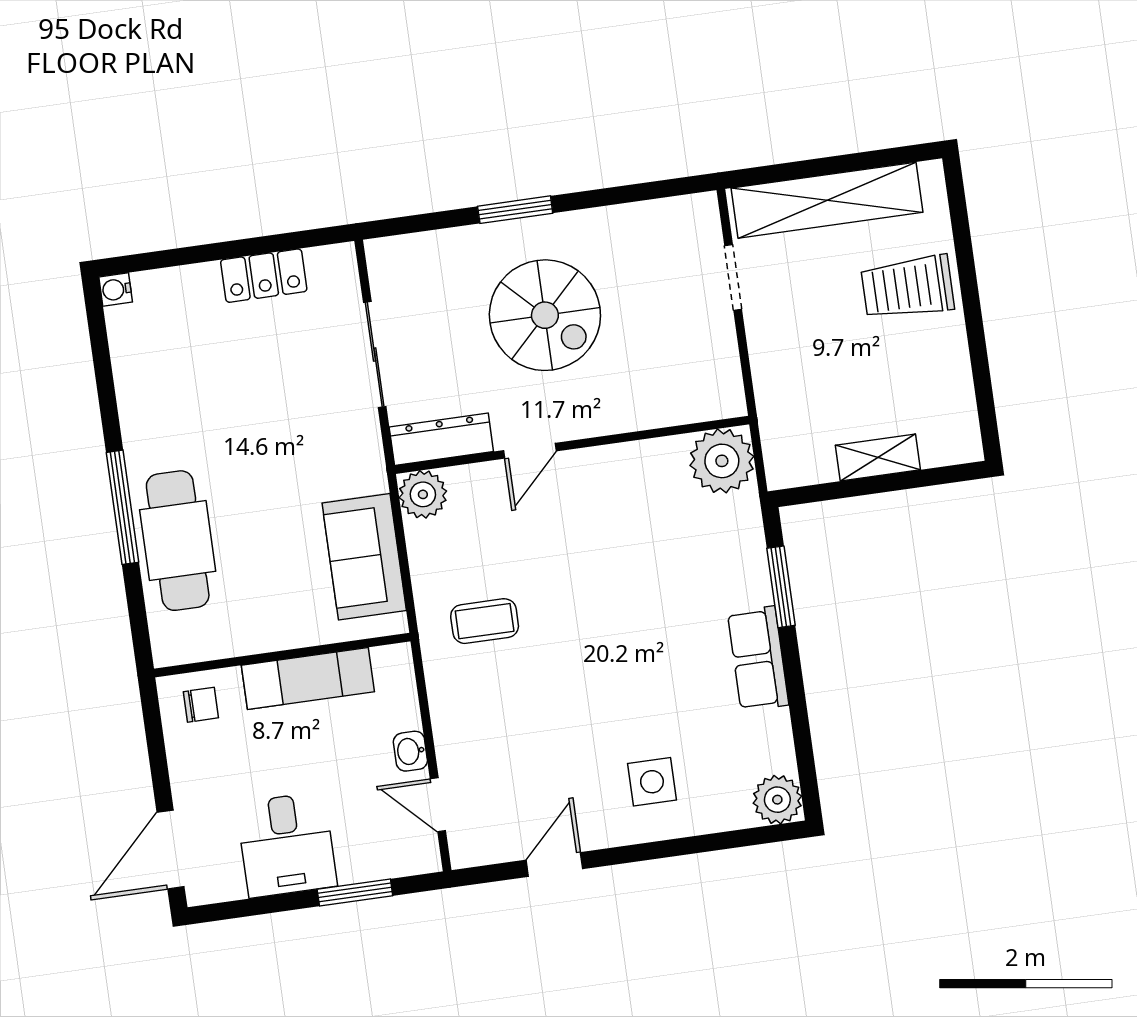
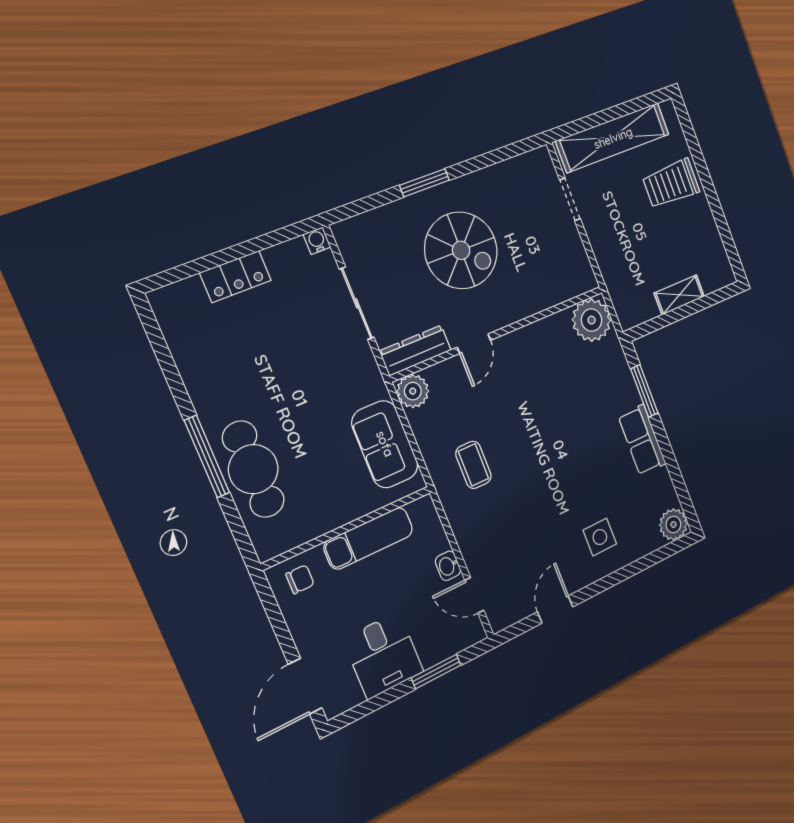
locker: (264, 276) -> (236, 277), moved
water cooler: (116, 290) -> (317, 241), moved, turned 90
coffee table: (485, 621) -> (473, 465), turned 90

